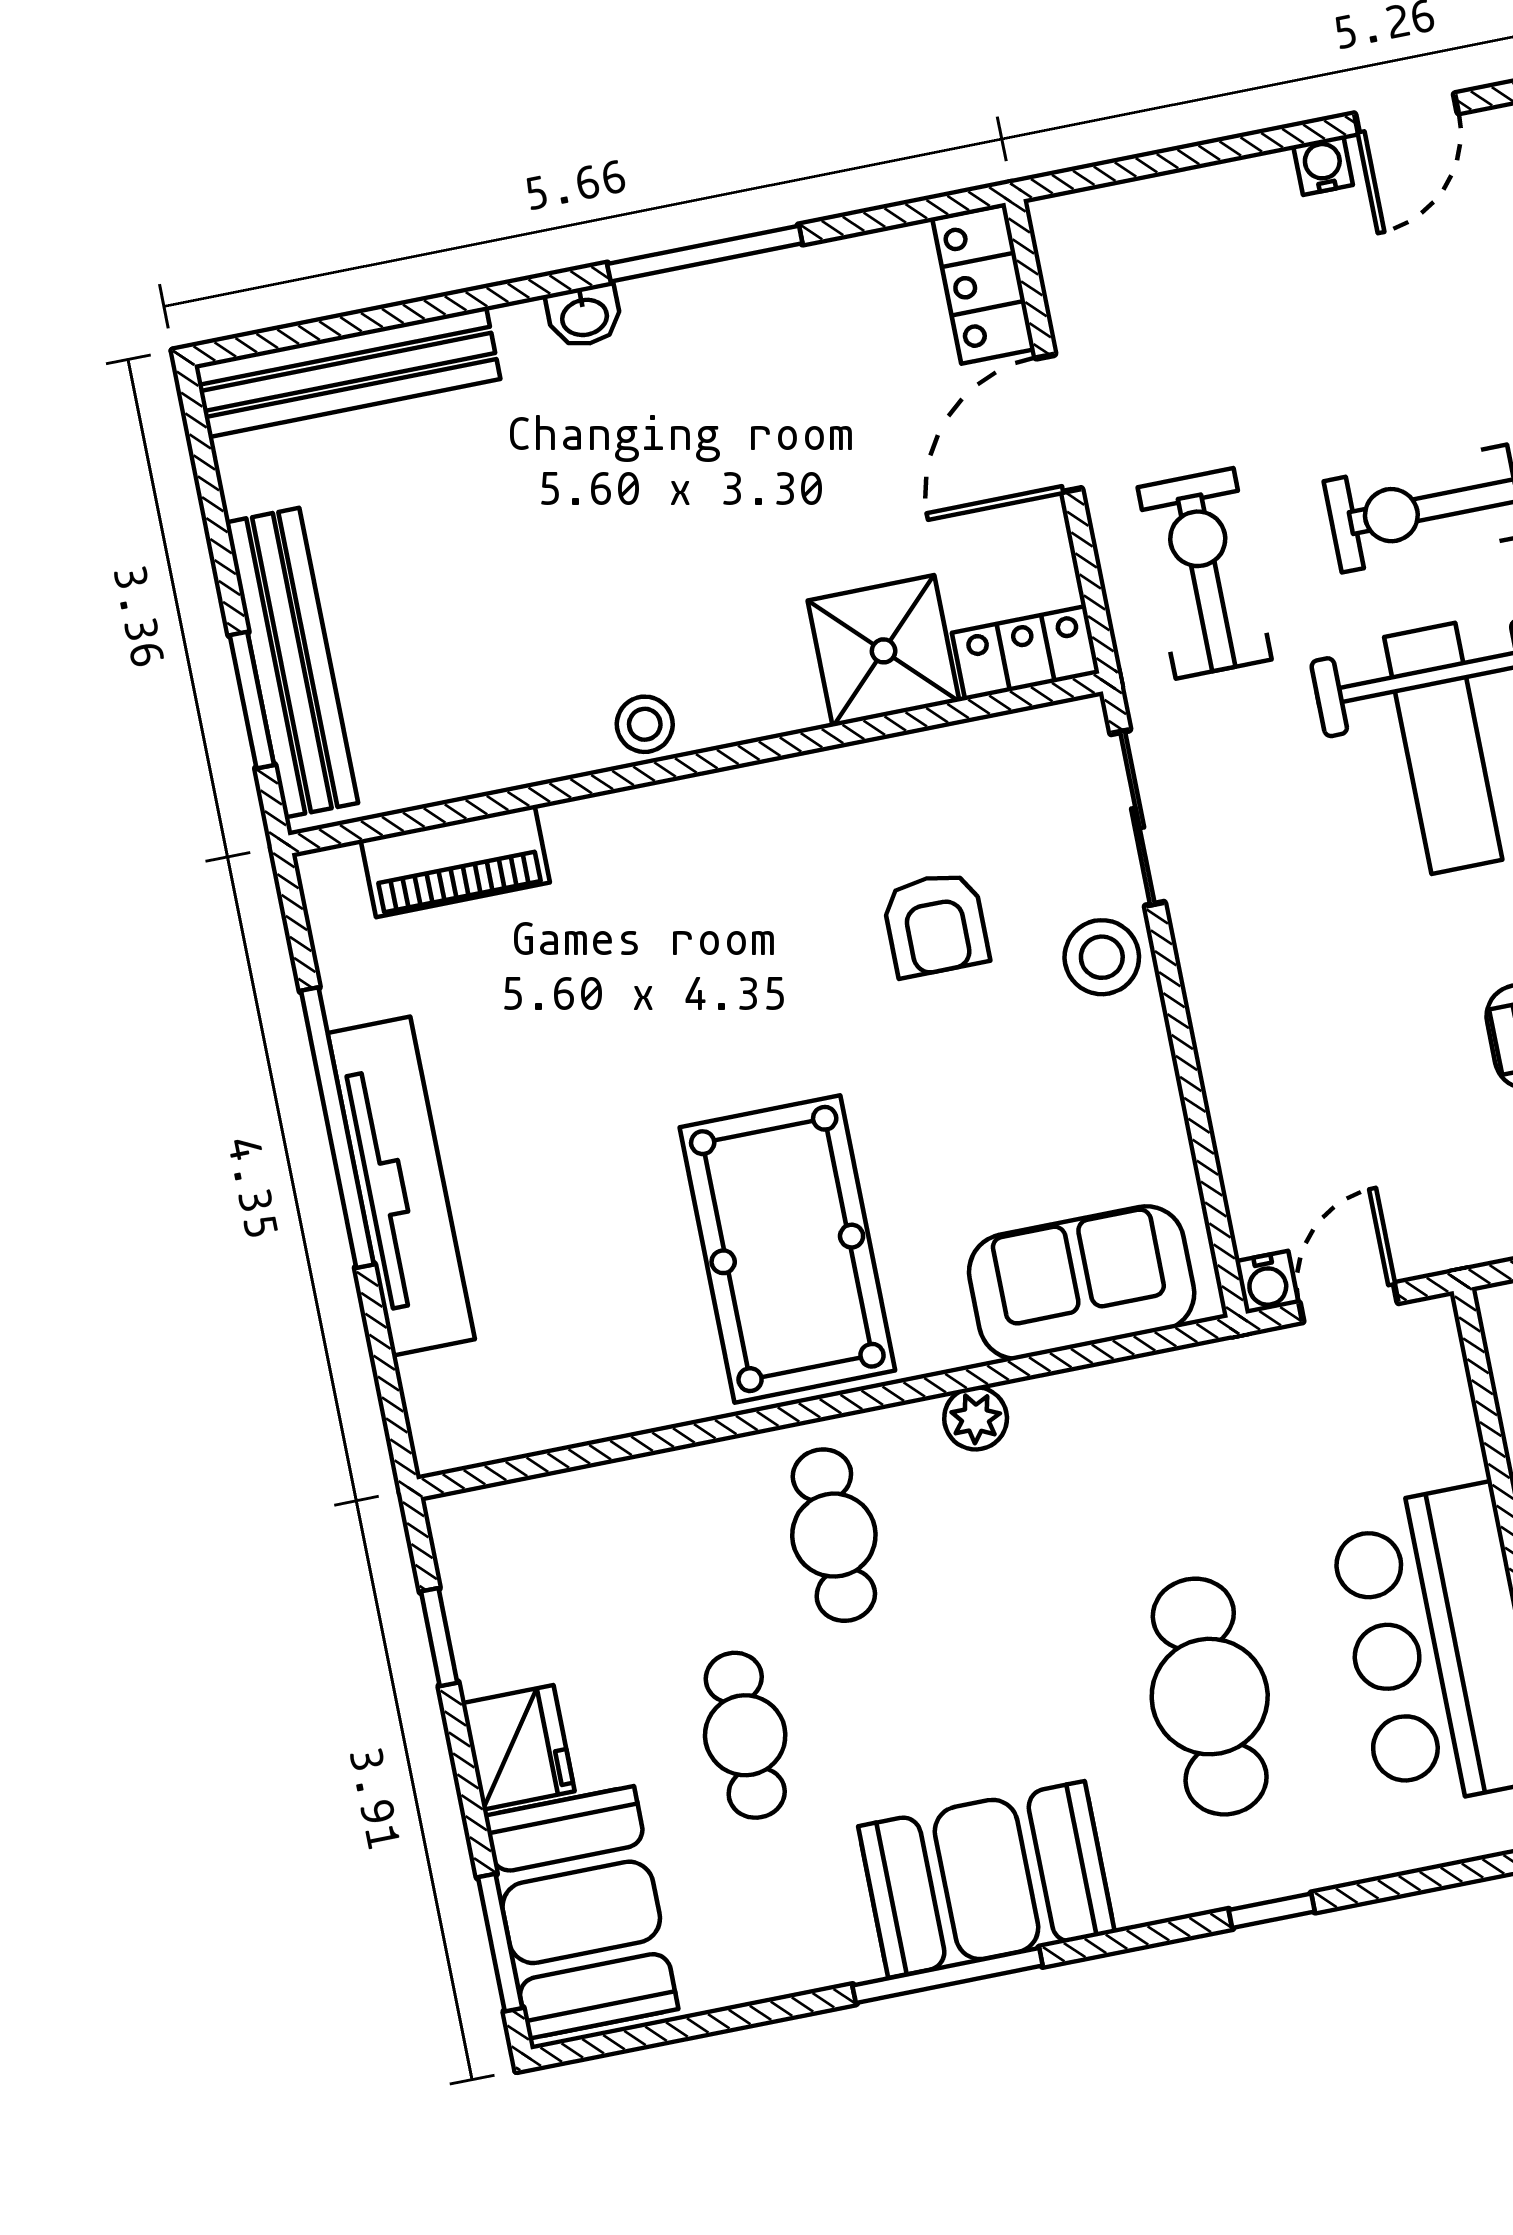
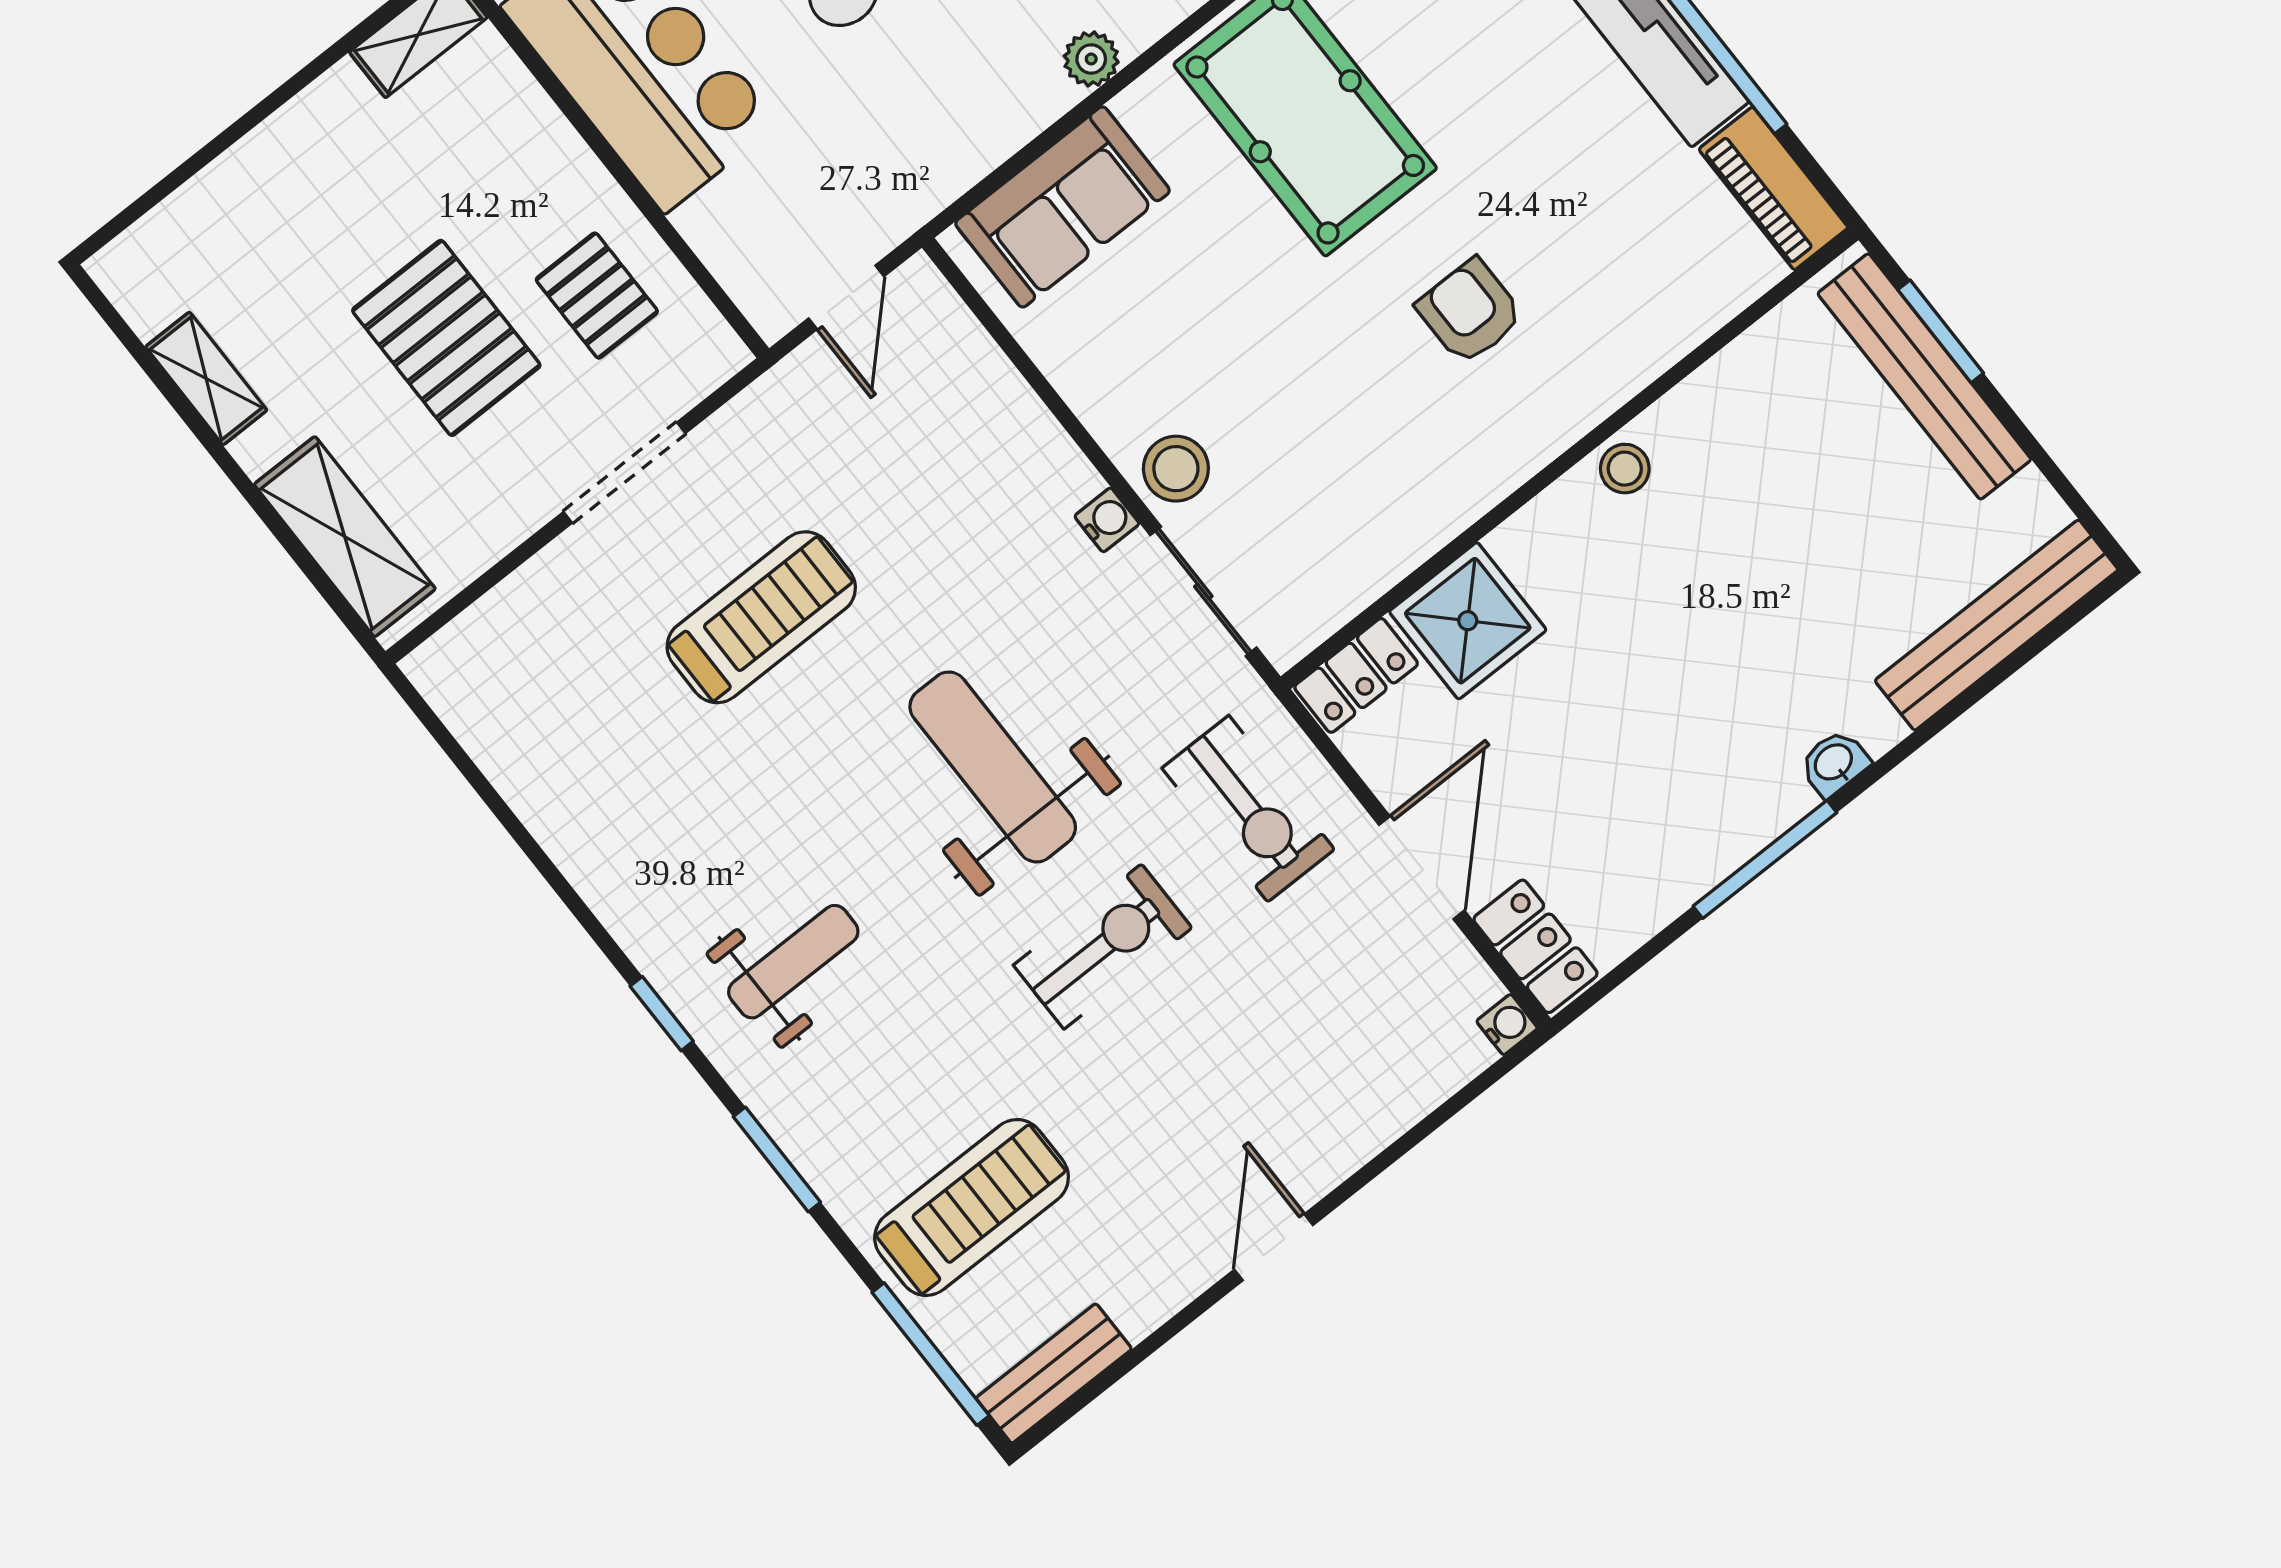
water cooler: (1323, 165) -> (1507, 1025), moved, turned -90
piano: (455, 861) -> (1773, 188), moved, turned -90
armchair: (936, 924) -> (1470, 312), moved
water cooler: (1267, 1282) -> (1107, 520), moved, turned 90

